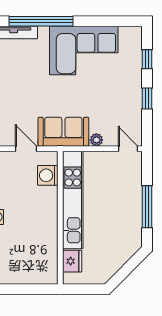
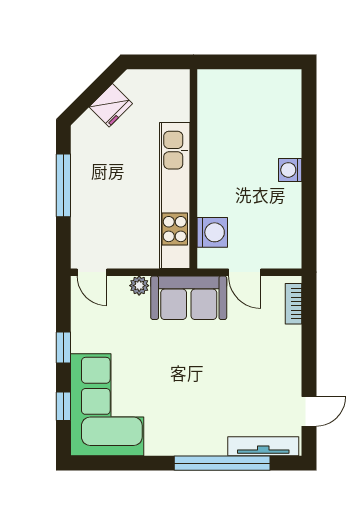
corner sofa: (84, 50) -> (107, 405), moved, turned 90
fridge: (72, 261) -> (111, 105), moved, turned -135

